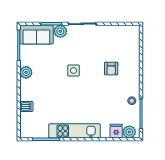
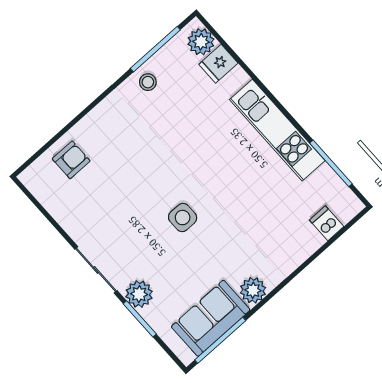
sofa: (36, 34) -> (211, 318), moved, turned -90
armchair: (111, 69) -> (71, 160), moved
dishwasher: (26, 106) -> (327, 223), moved

